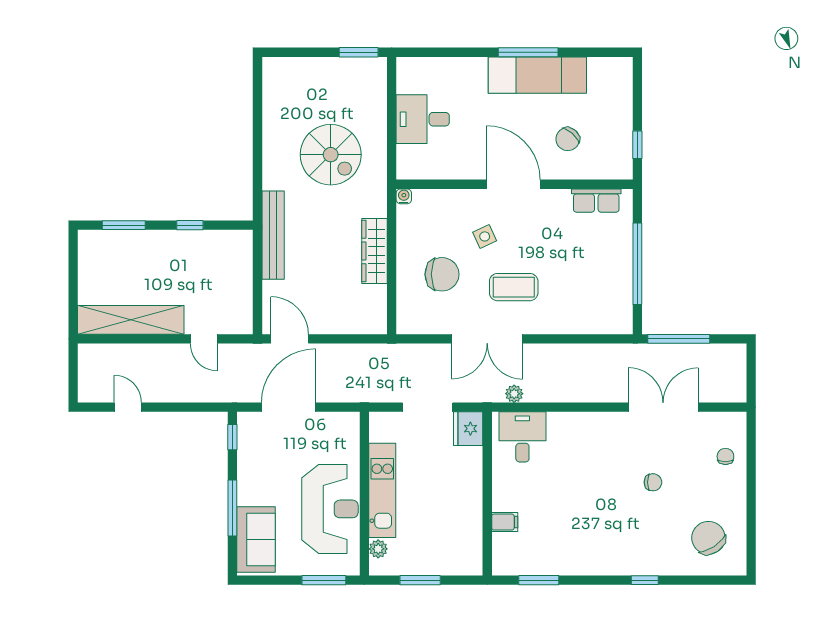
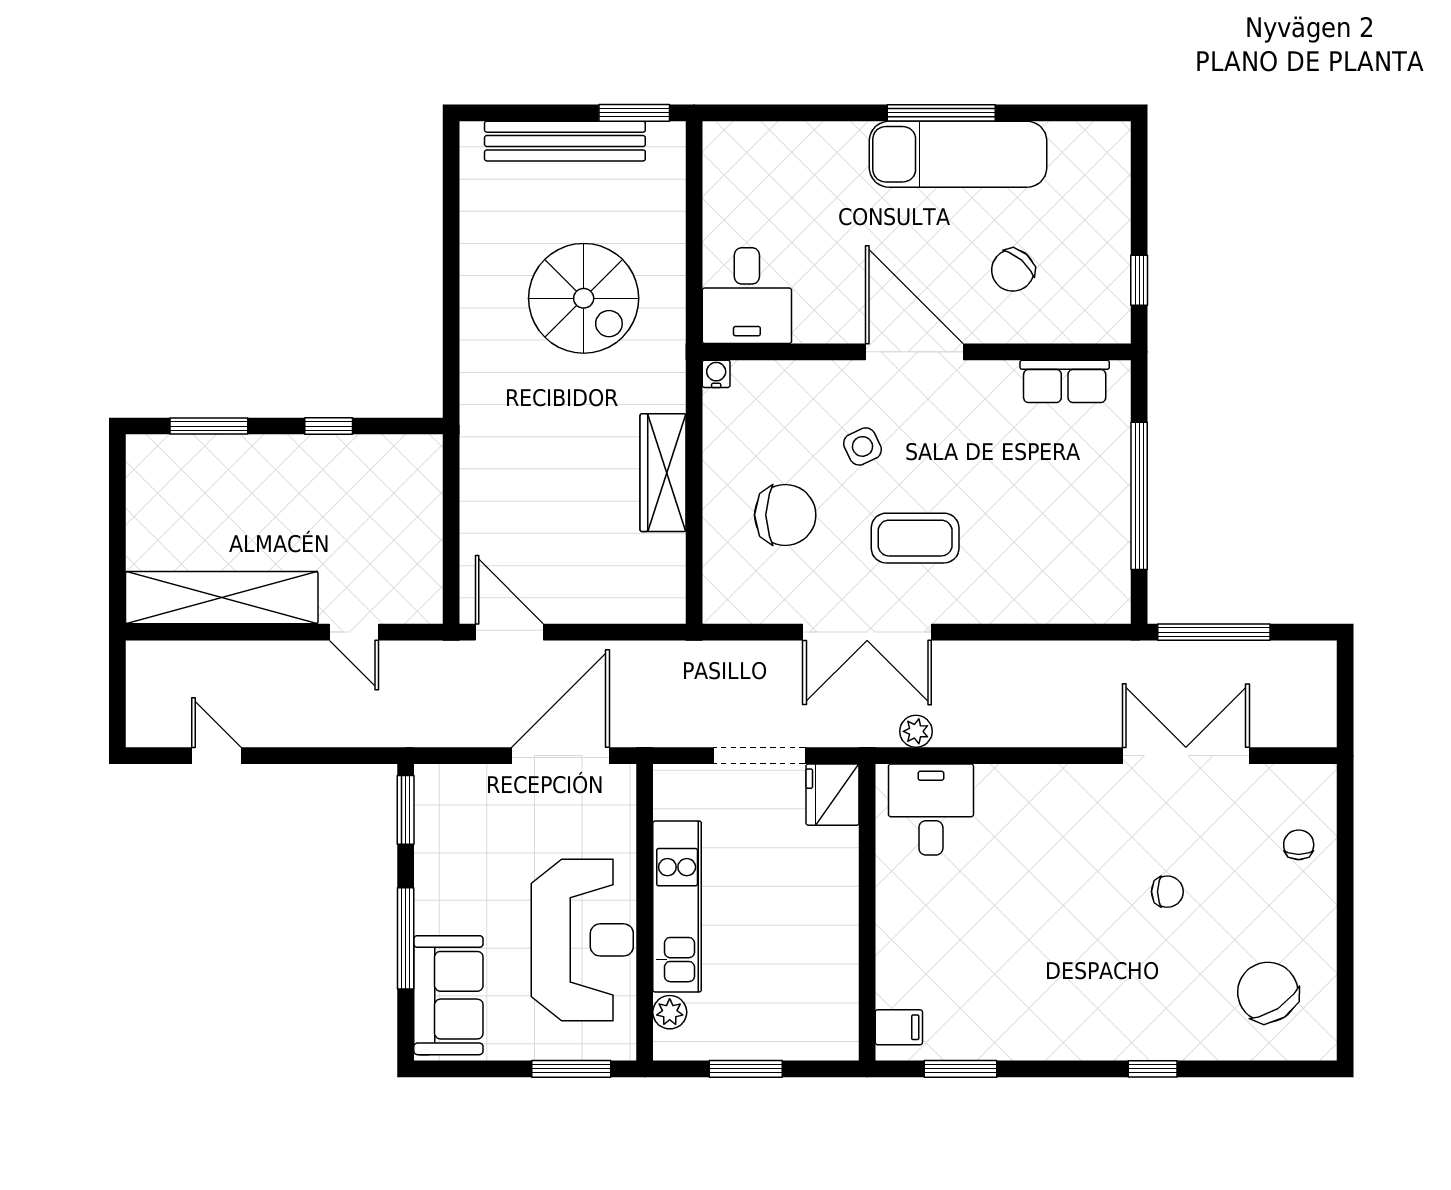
desk: (423, 119) -> (747, 296), moved, turned -90
bench: (273, 235) -> (565, 141), moved, turned 90
door: (289, 407) -> (560, 756), moved
window: (232, 437) -> (406, 810), width x1.50
filing cabinet: (505, 522) -> (899, 1027), moved

